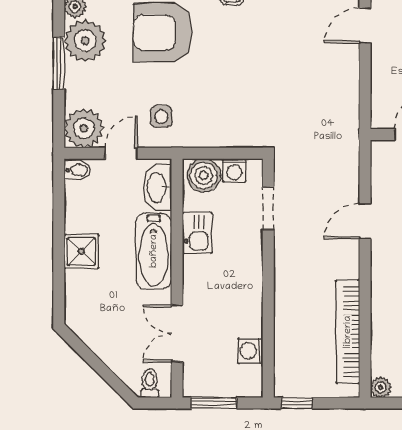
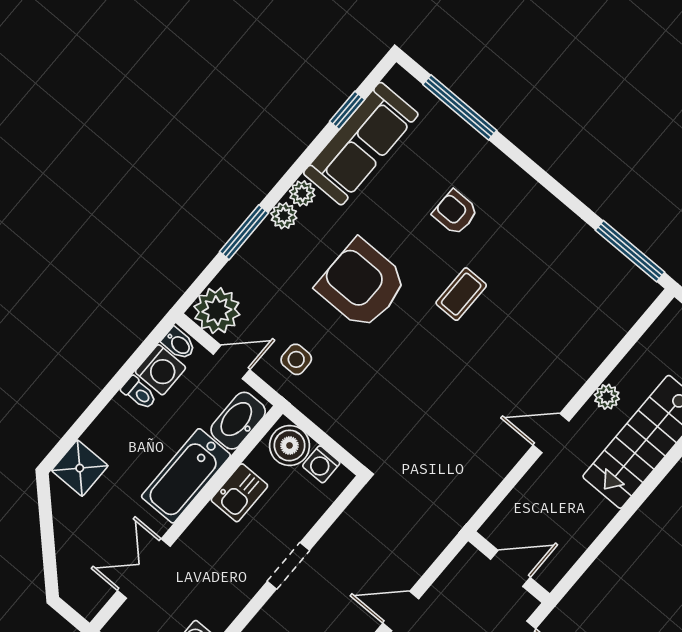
plant: (85, 41) -> (284, 216), width x0.53, depth x0.53
washing machine: (80, 197) -> (160, 370), added
doorway: (268, 208) -> (288, 566), moved
shower: (81, 251) -> (80, 468), moved
toilet: (150, 383) -> (139, 393), moved, turned 90

